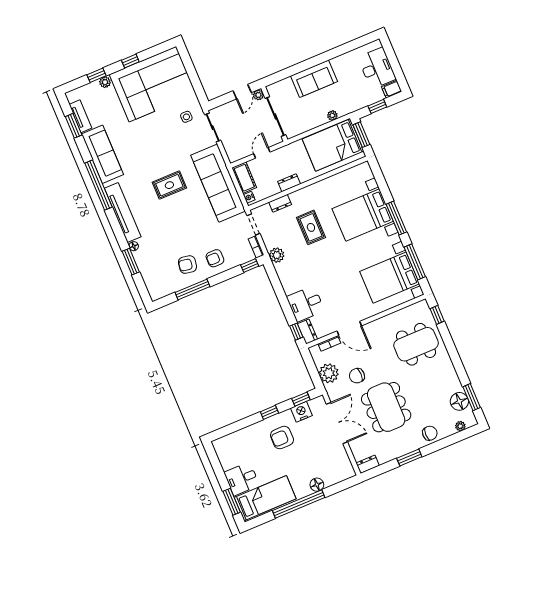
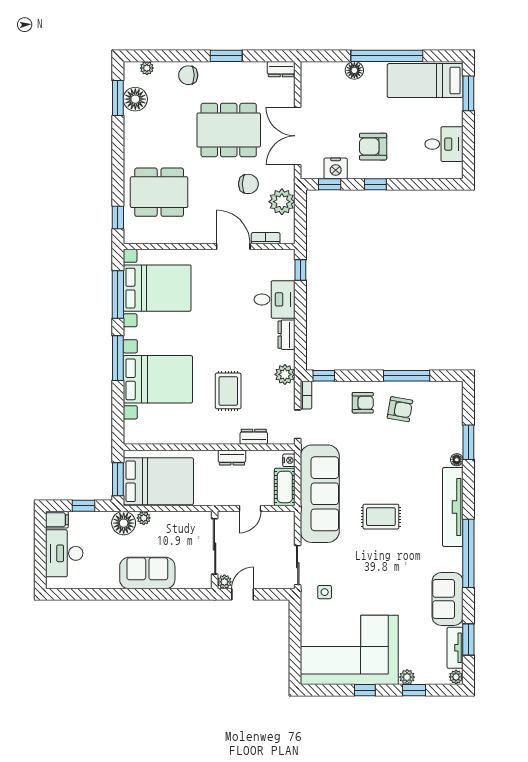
plant: (71, 96) -> (456, 677), added
floor lamp: (345, 106) -> (124, 523), added
sofa: (102, 154) -> (448, 599), width x0.73
dresser: (307, 332) -> (287, 335), moved
dining table: (386, 407) -> (229, 130), turned 90
armchair: (282, 438) -> (373, 147), turned 180
desk: (242, 479) -> (444, 144), moved

